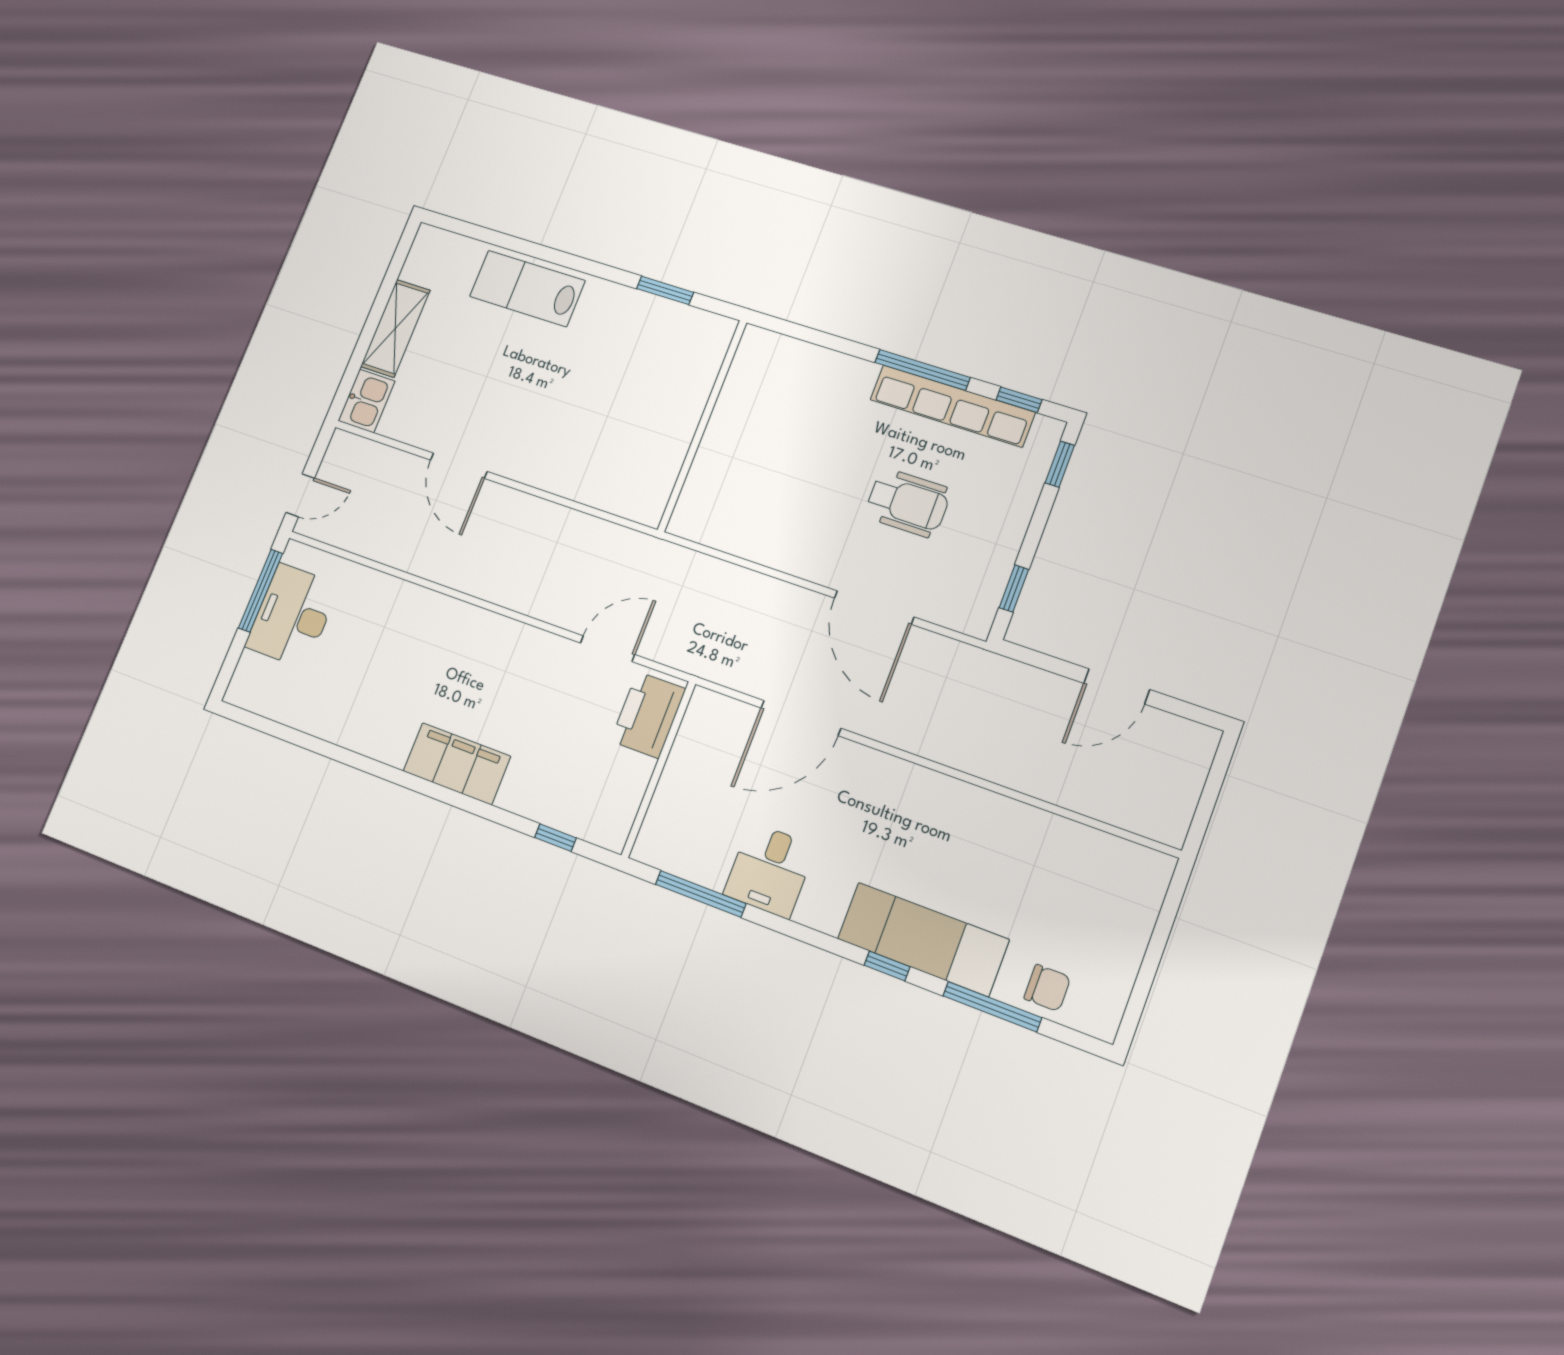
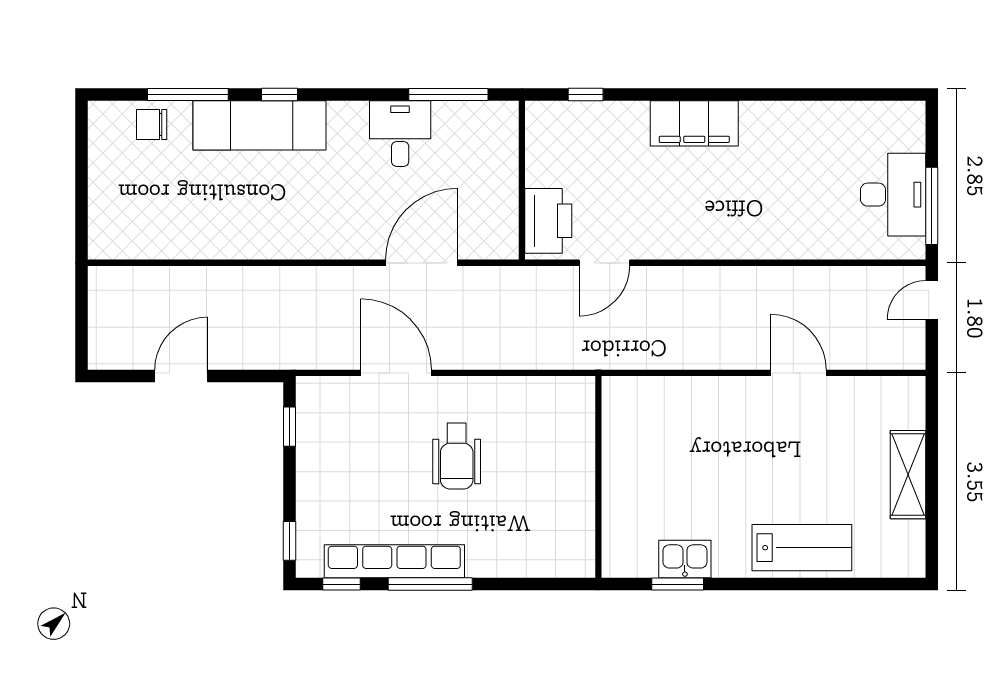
kitchen sink: (367, 401) -> (685, 559), moved, turned 90
wheelchair: (908, 503) -> (457, 456), moved, turned -90

